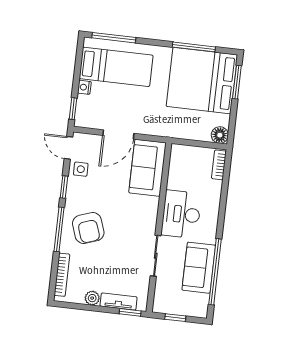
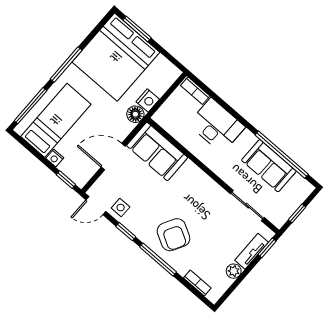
window: (194, 47) -> (66, 65), moved
nightstand: (184, 131) -> (148, 100), added
door: (118, 134) -> (113, 157), swing flipped
floor lamp: (220, 135) -> (135, 114), moved
desk: (181, 214) -> (217, 125), moved, turned 180
armchair: (88, 228) -> (173, 235), turned 48
sliding door: (156, 256) -> (247, 206), moved
bookcase: (62, 275) -> (197, 283), width x0.64

